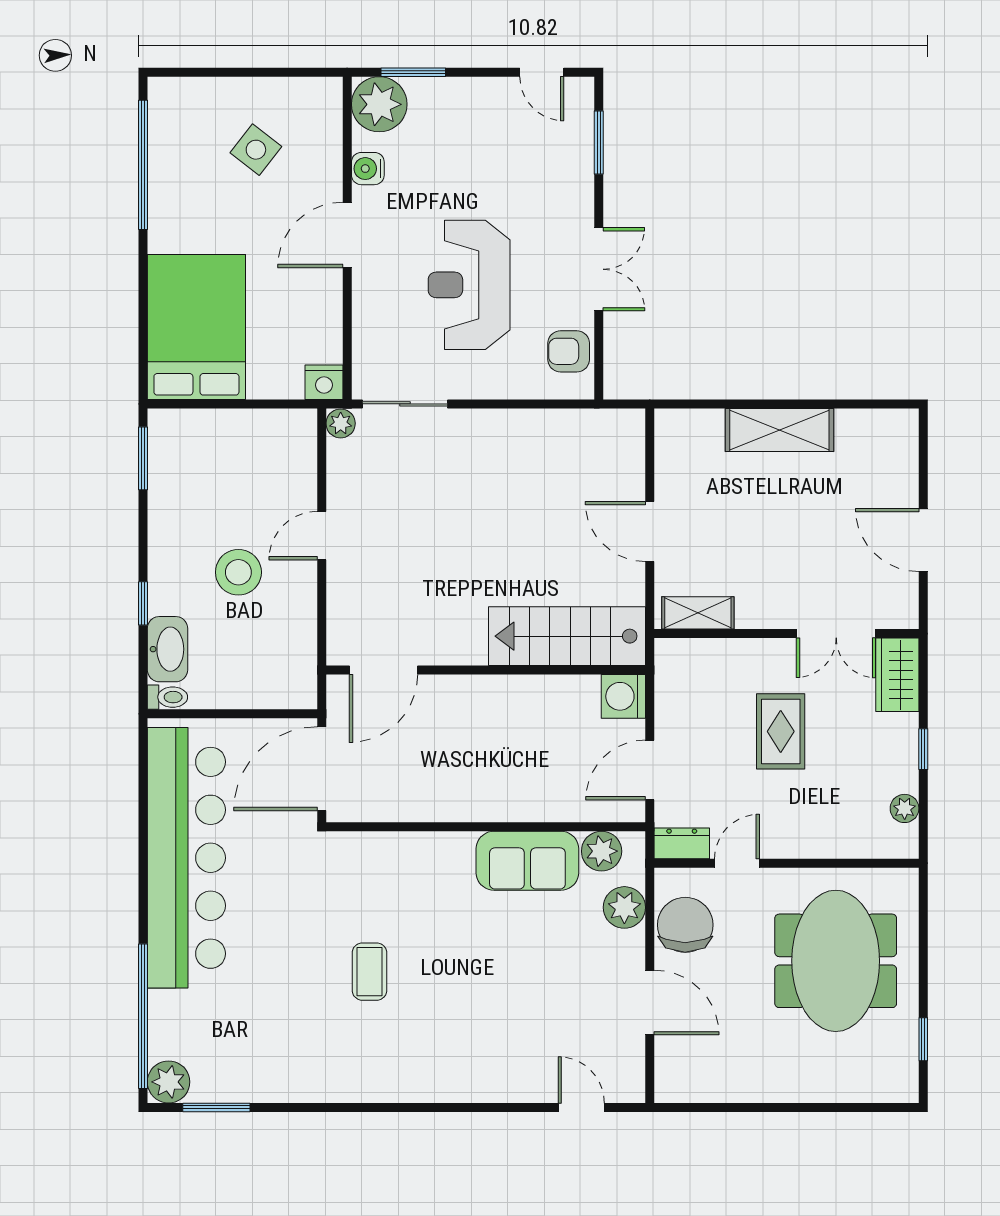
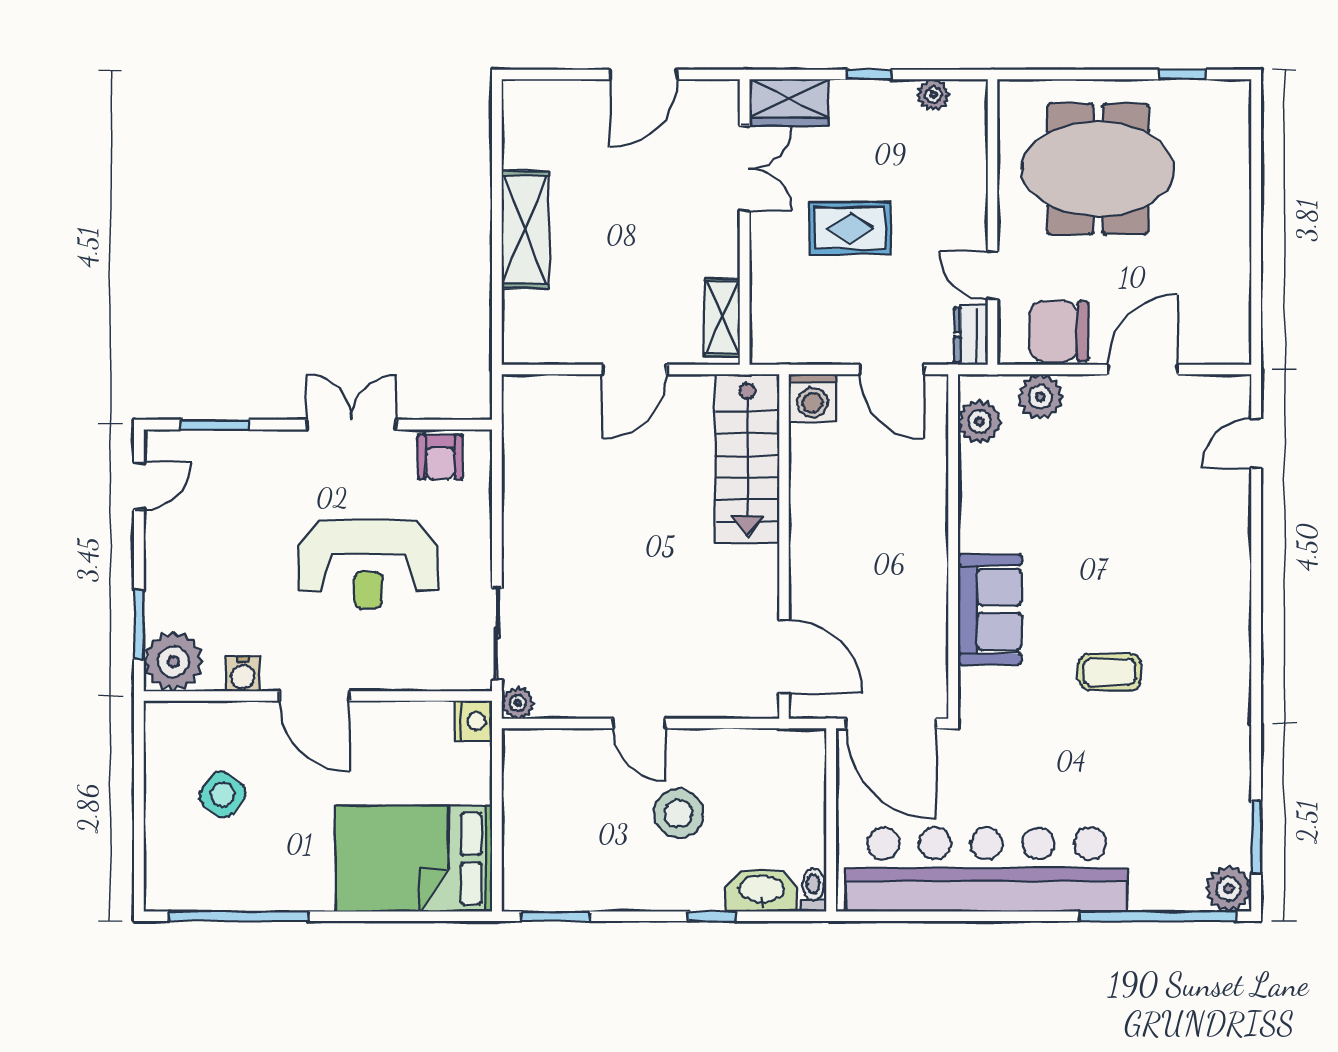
sofa: (527, 861) -> (990, 609), moved

